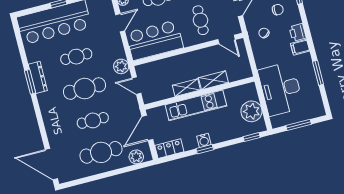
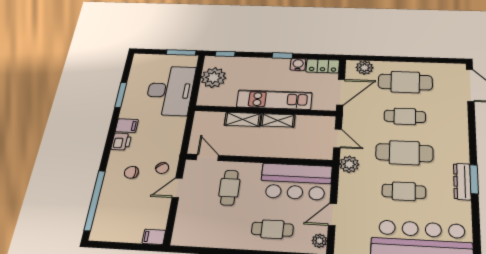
chair: (264, 33) -> (162, 168), moved
window: (299, 125) -> (181, 52), moved
water cooler: (204, 140) -> (298, 64), moved

